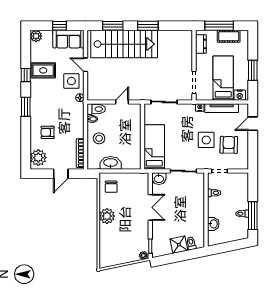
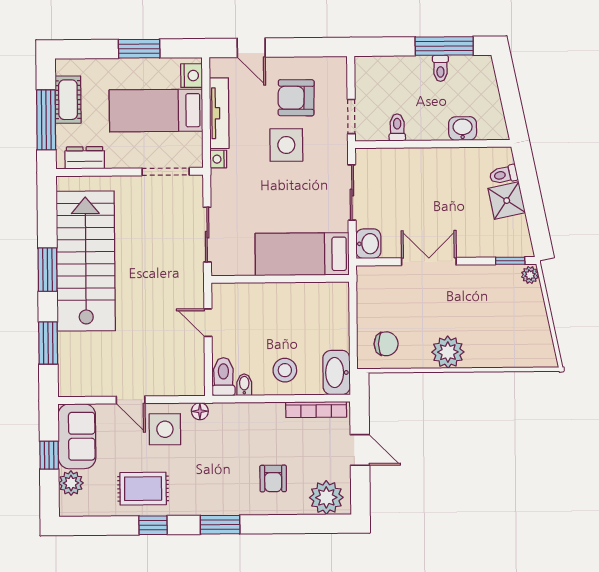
plant: (36, 36) -> (71, 483), moved
stairs: (124, 44) -> (86, 261), moved
door: (86, 65) -> (131, 400), hinge flipped
rug: (43, 70) -> (143, 489), turned 90
washbasin: (111, 163) -> (337, 373), moved

